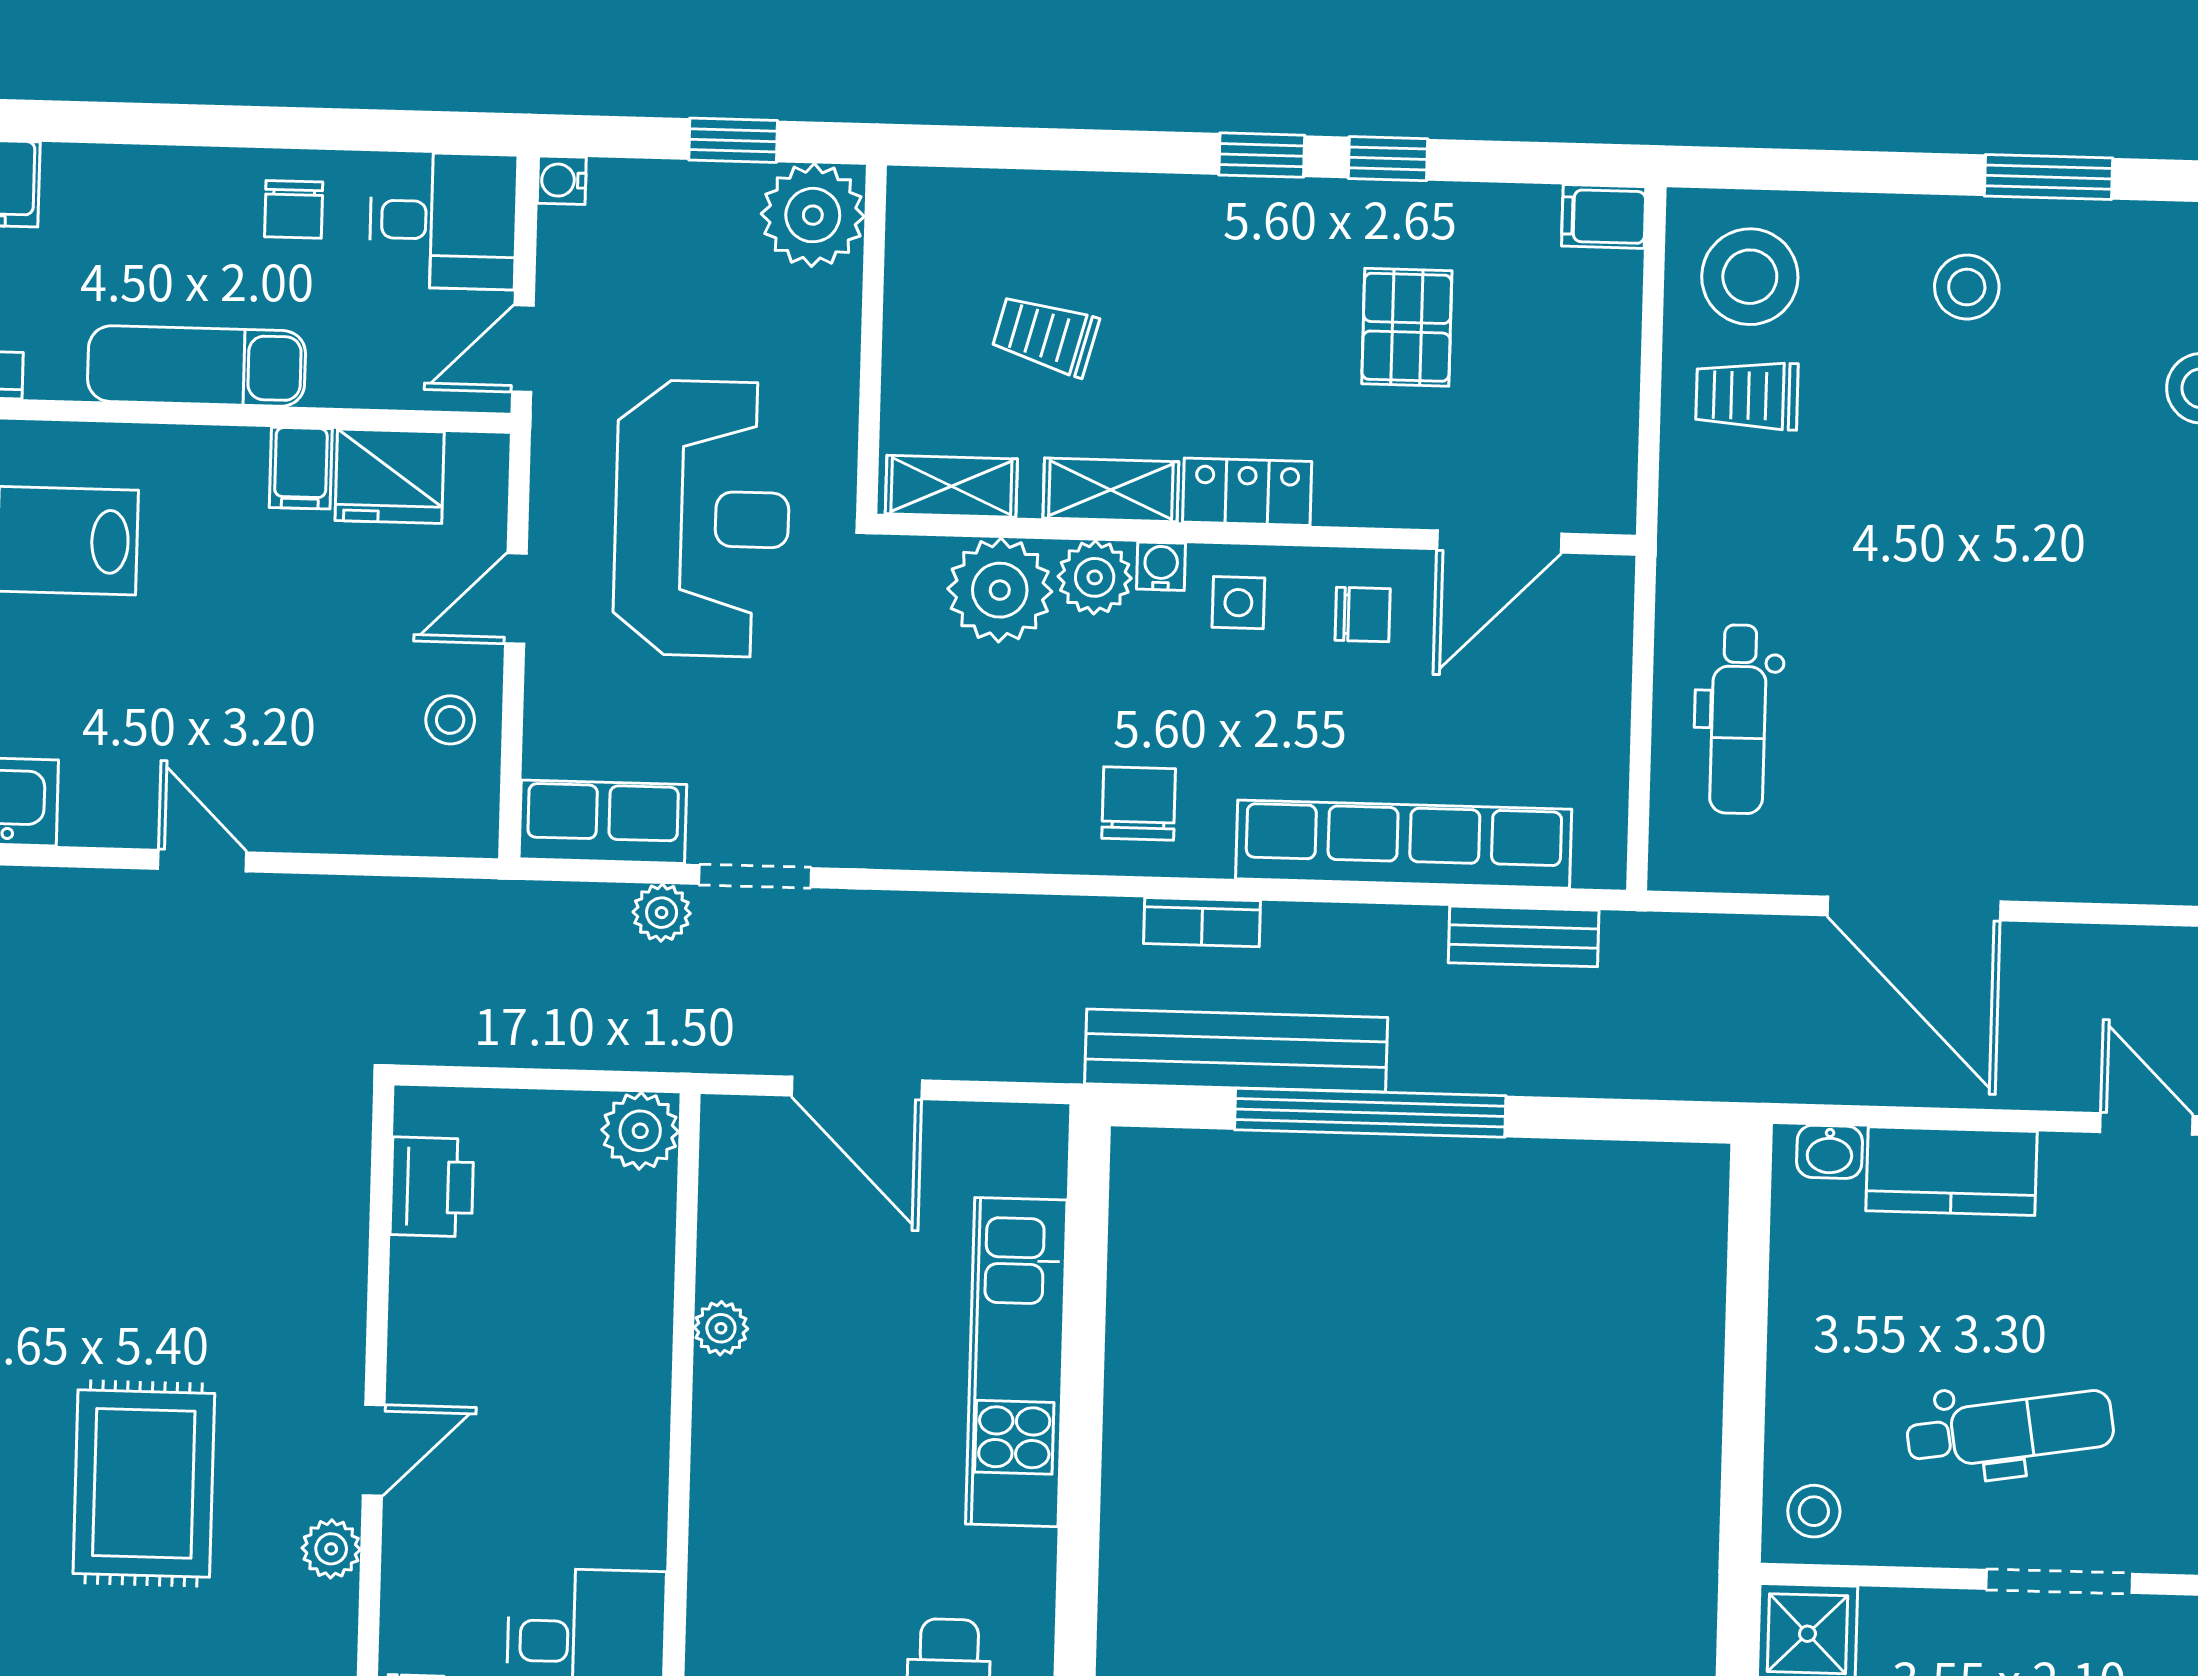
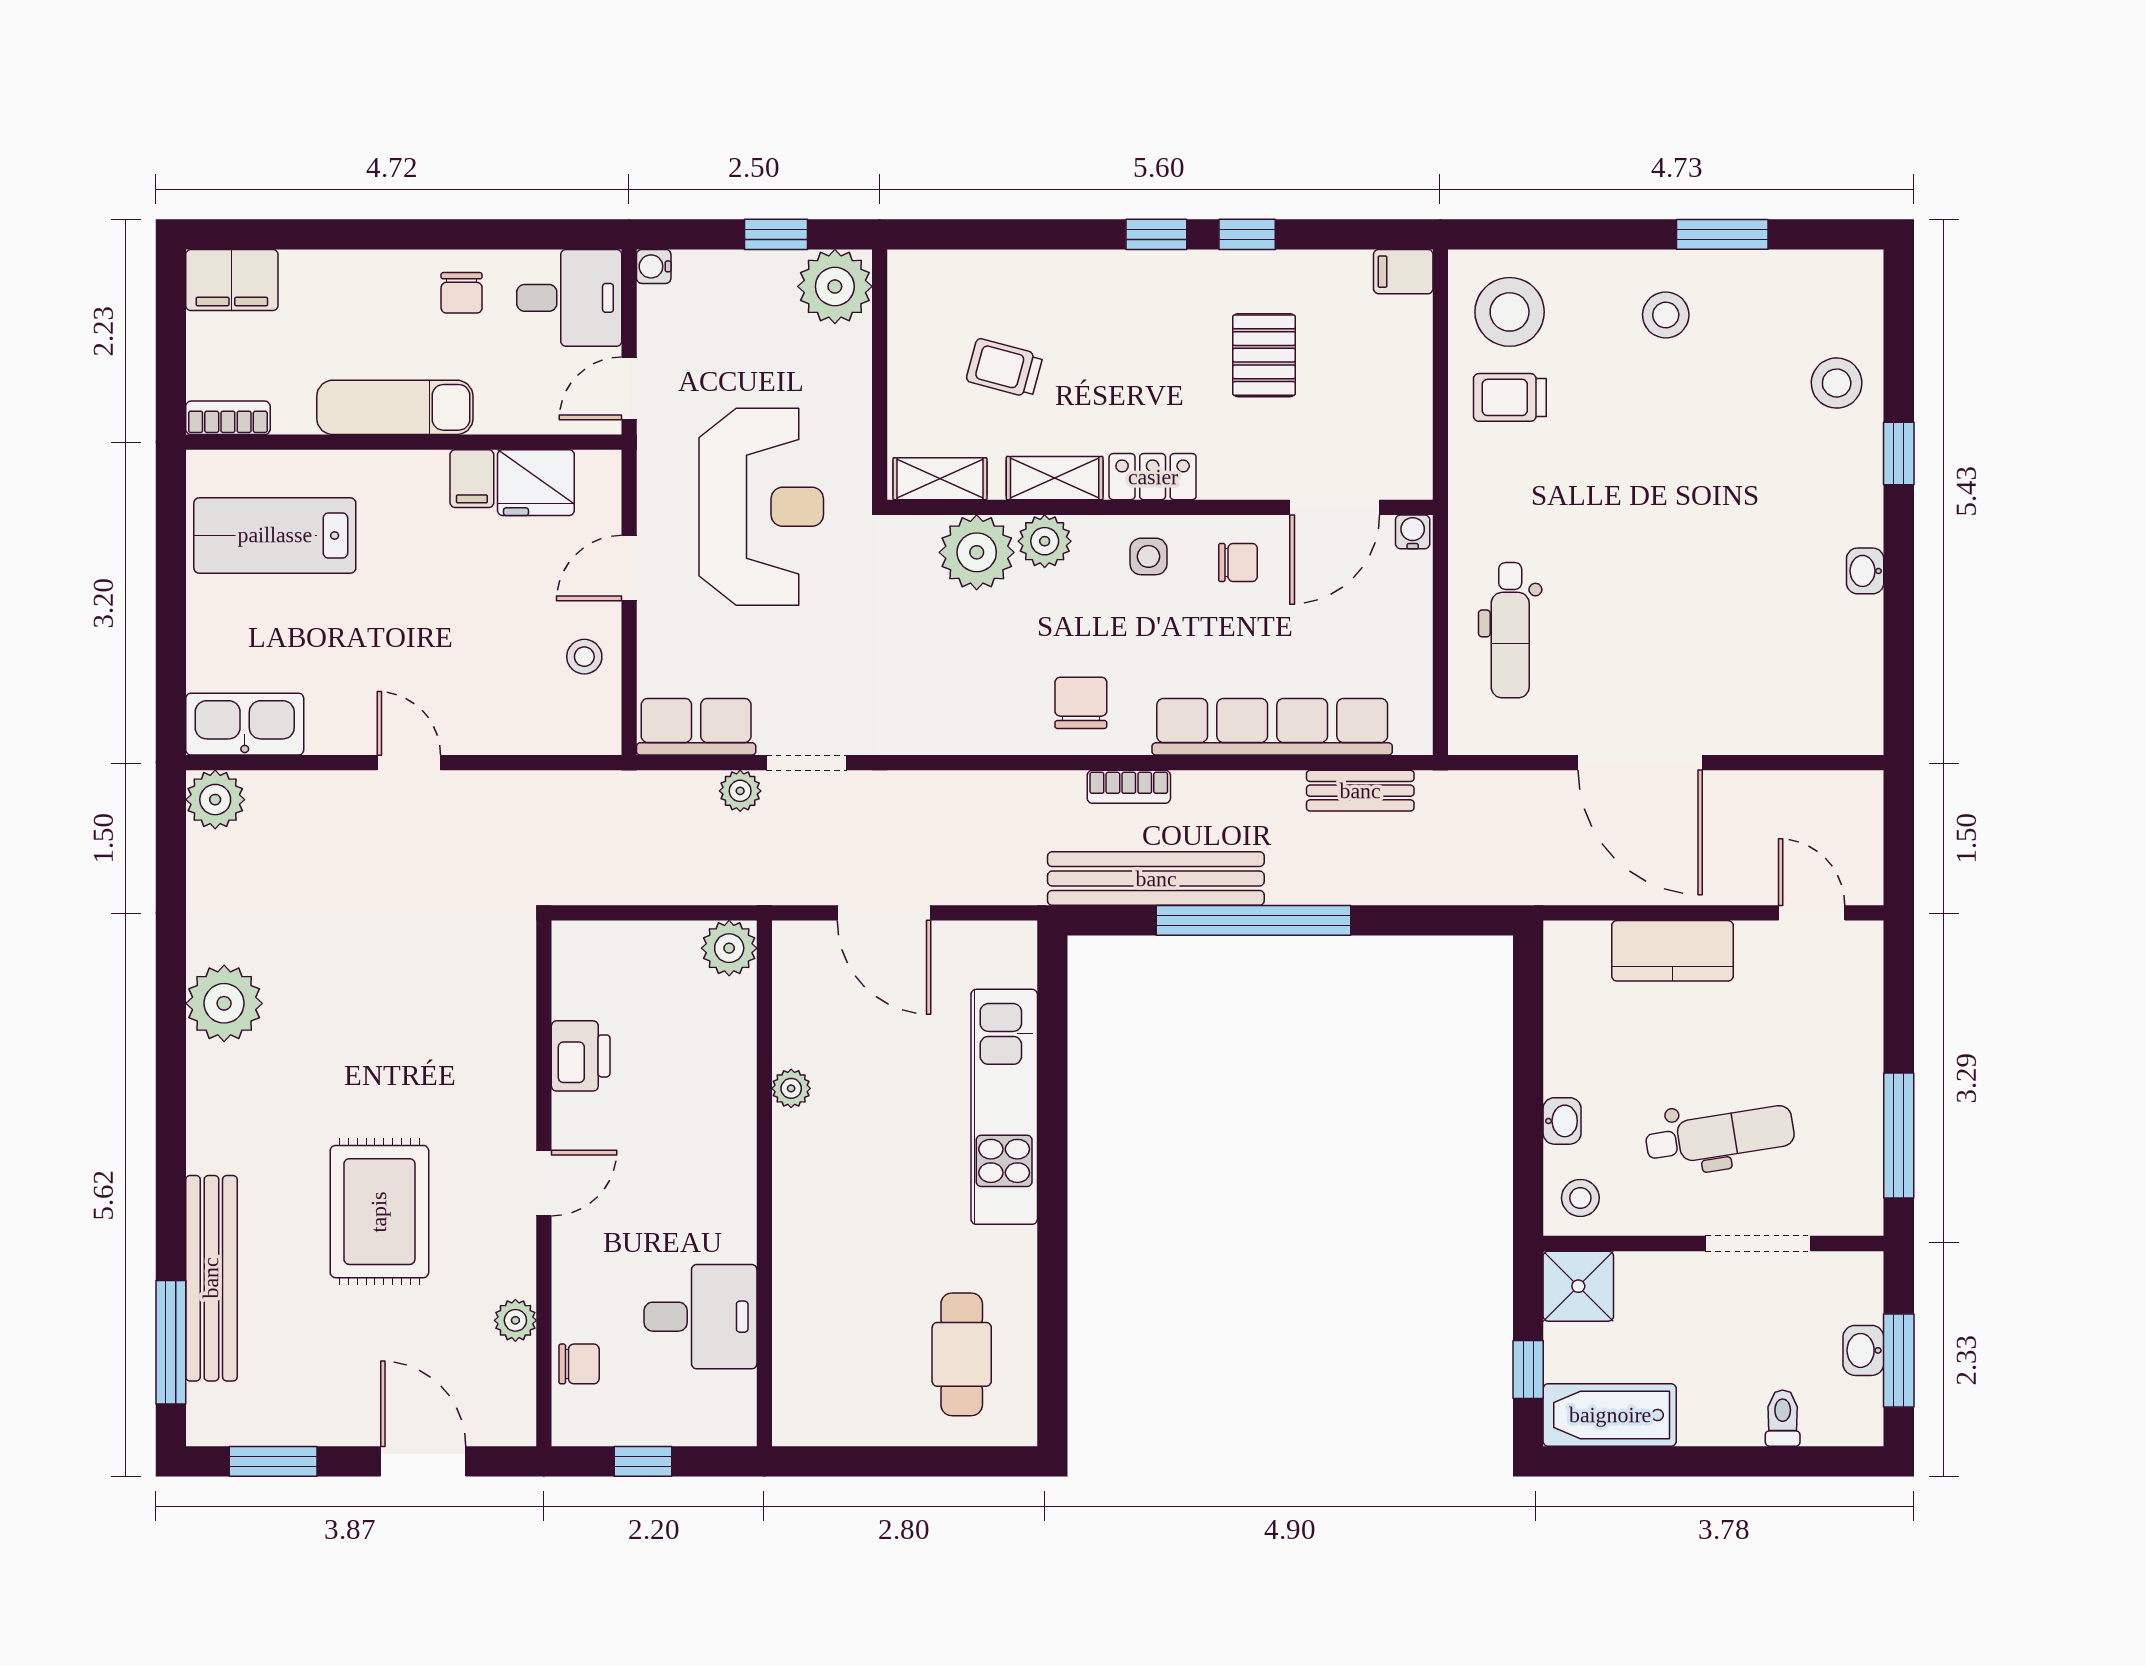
water cooler: (1161, 566) -> (1413, 532), moved
washbasin: (1830, 1152) -> (1562, 1121), moved, turned -90
printer: (432, 1187) -> (581, 1056), moved
plant: (331, 1549) -> (515, 1320), moved

